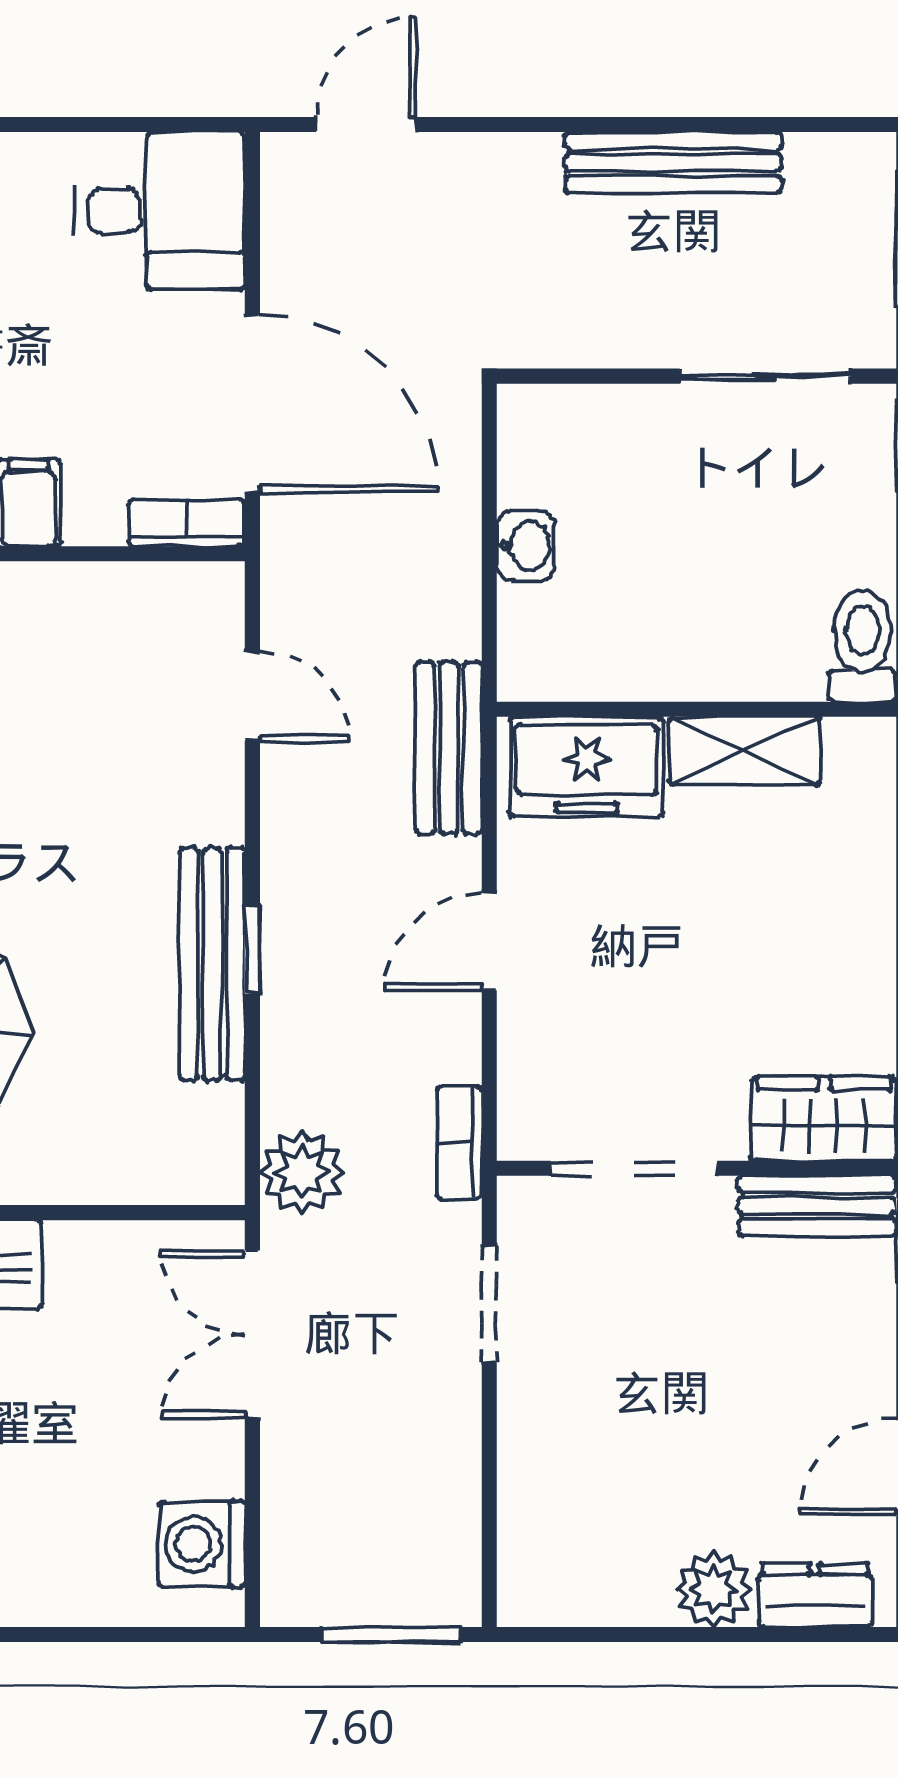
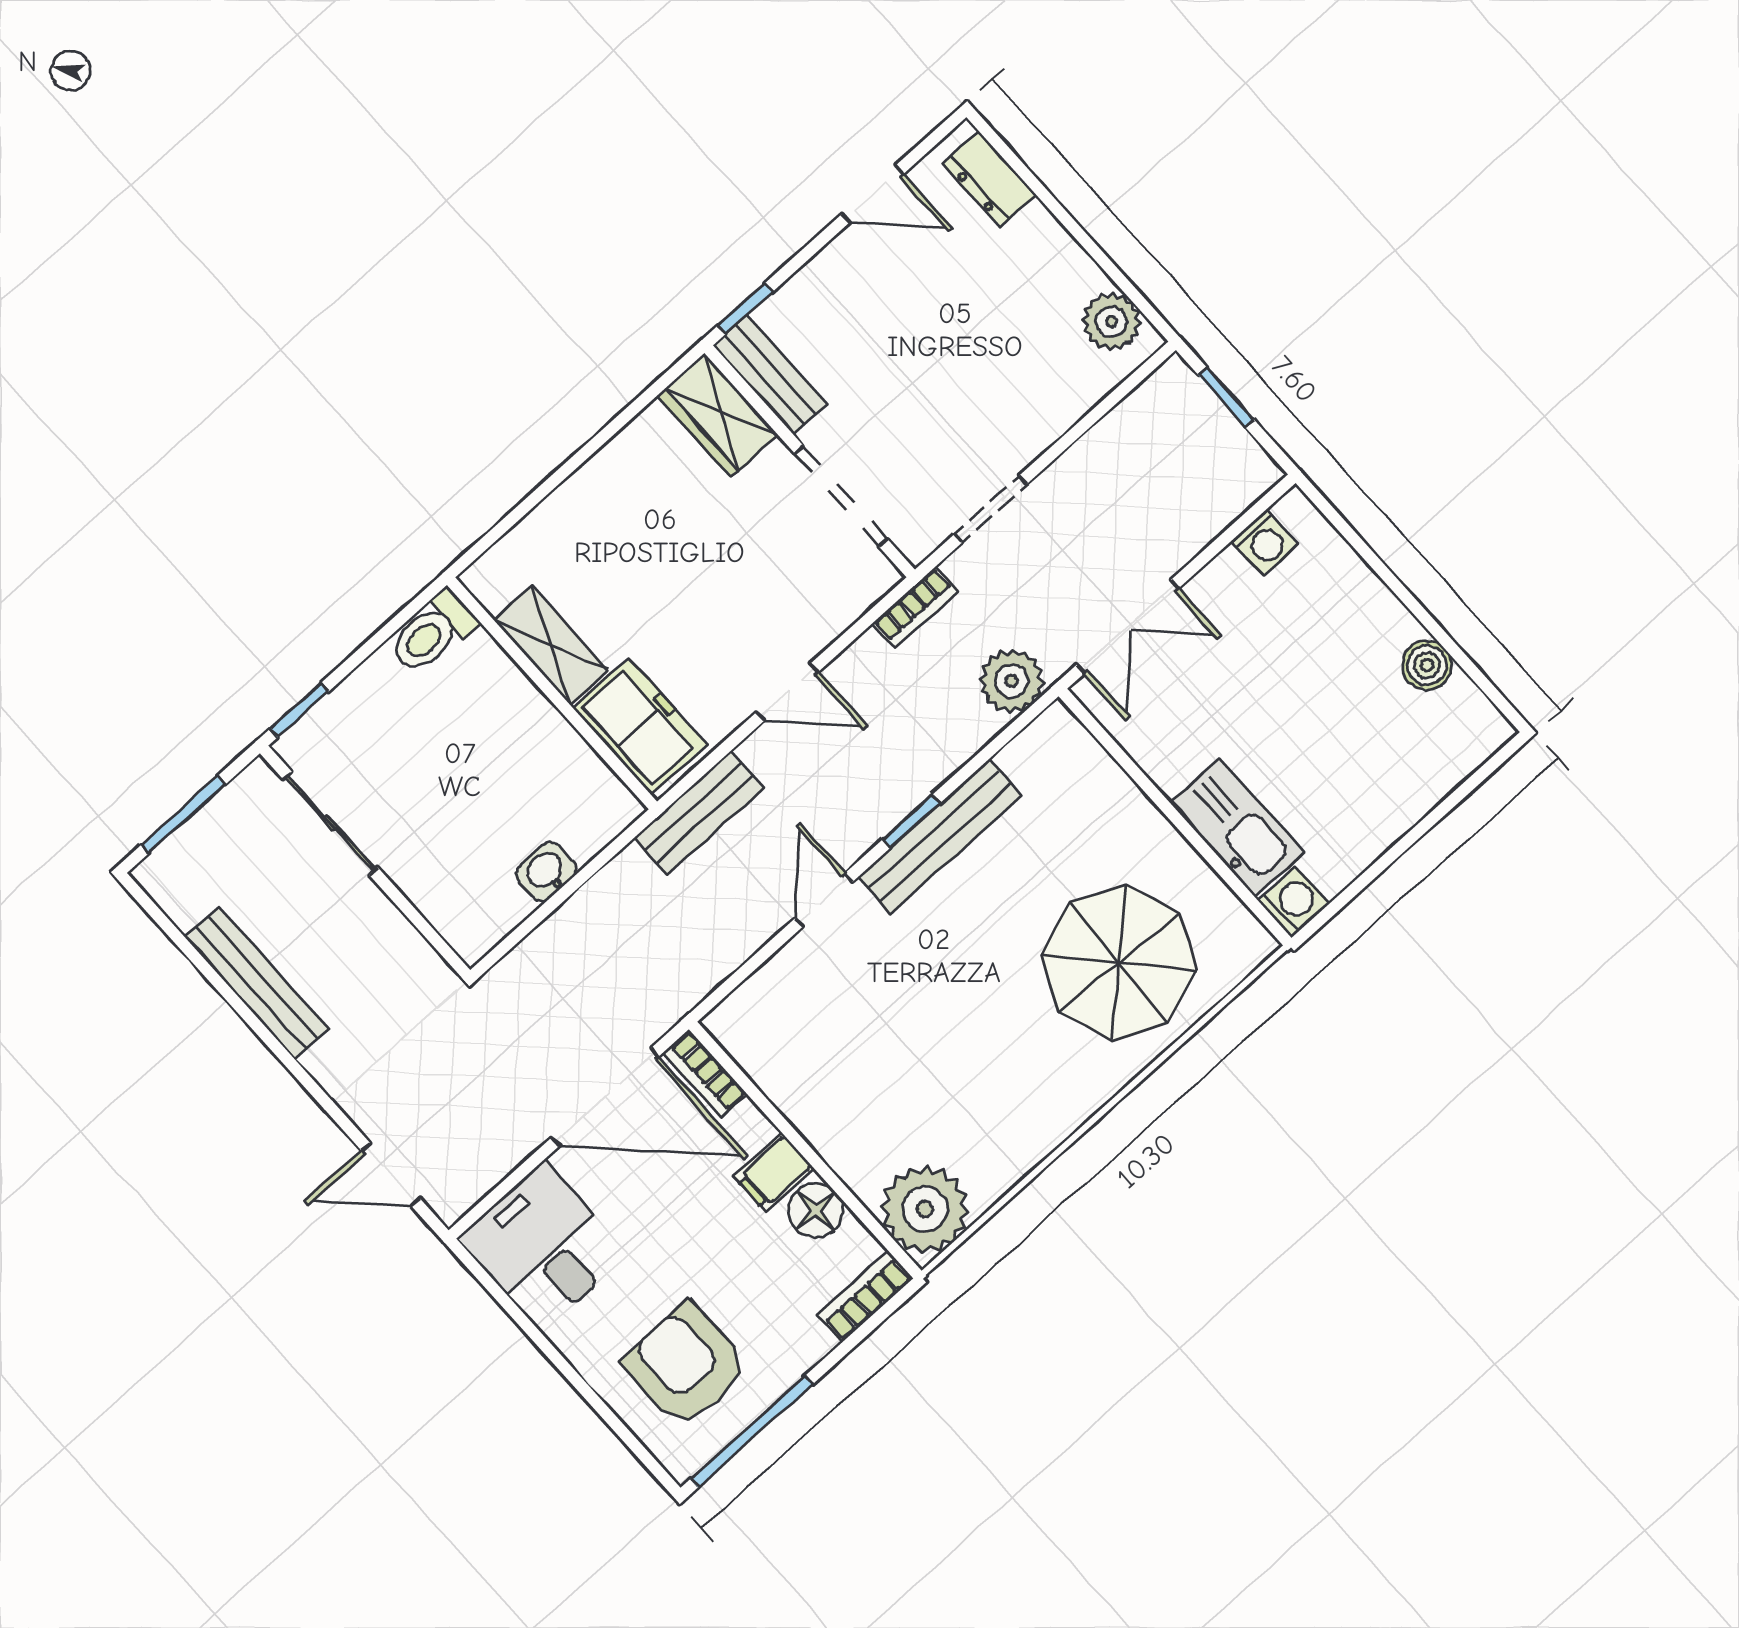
door: (252, 404) -> (605, 1097), swing flipped
door: (252, 696) -> (824, 900), moved
washing machine: (202, 1544) -> (1265, 542), width x0.73, depth x0.73
plant: (714, 1589) -> (1112, 322), moved
window: (391, 1635) -> (1226, 397), width x0.67

